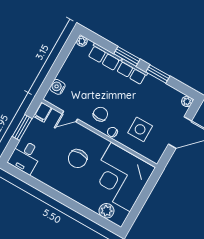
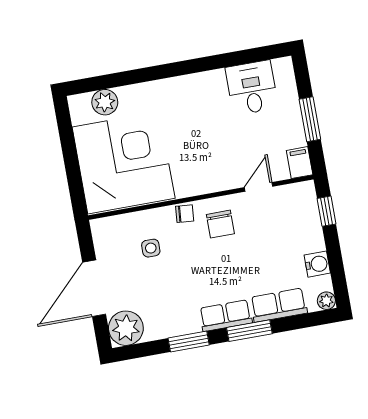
window: (49, 81) -> (326, 211), added
water cooler: (57, 87) -> (317, 264), moved
plant: (187, 101) -> (126, 328), width x1.88, depth x1.88
side table: (140, 129) -> (151, 248), width x0.54, depth x0.54
desk: (25, 157) -> (252, 88), moved
chair: (78, 159) -> (201, 140), removed

